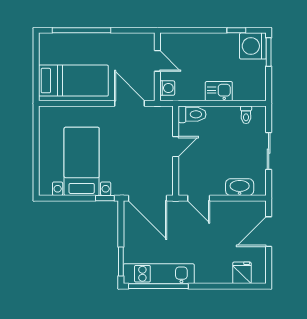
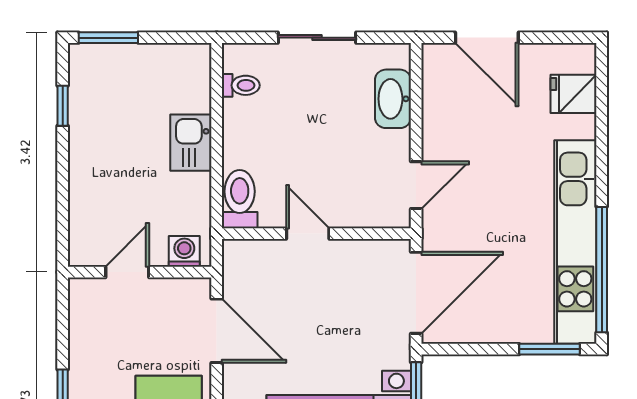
washing machine: (253, 46) -> (96, 71), removed
door: (130, 103) -> (217, 331), swing flipped
kitchen unit: (159, 274) -> (575, 242), width x1.36

